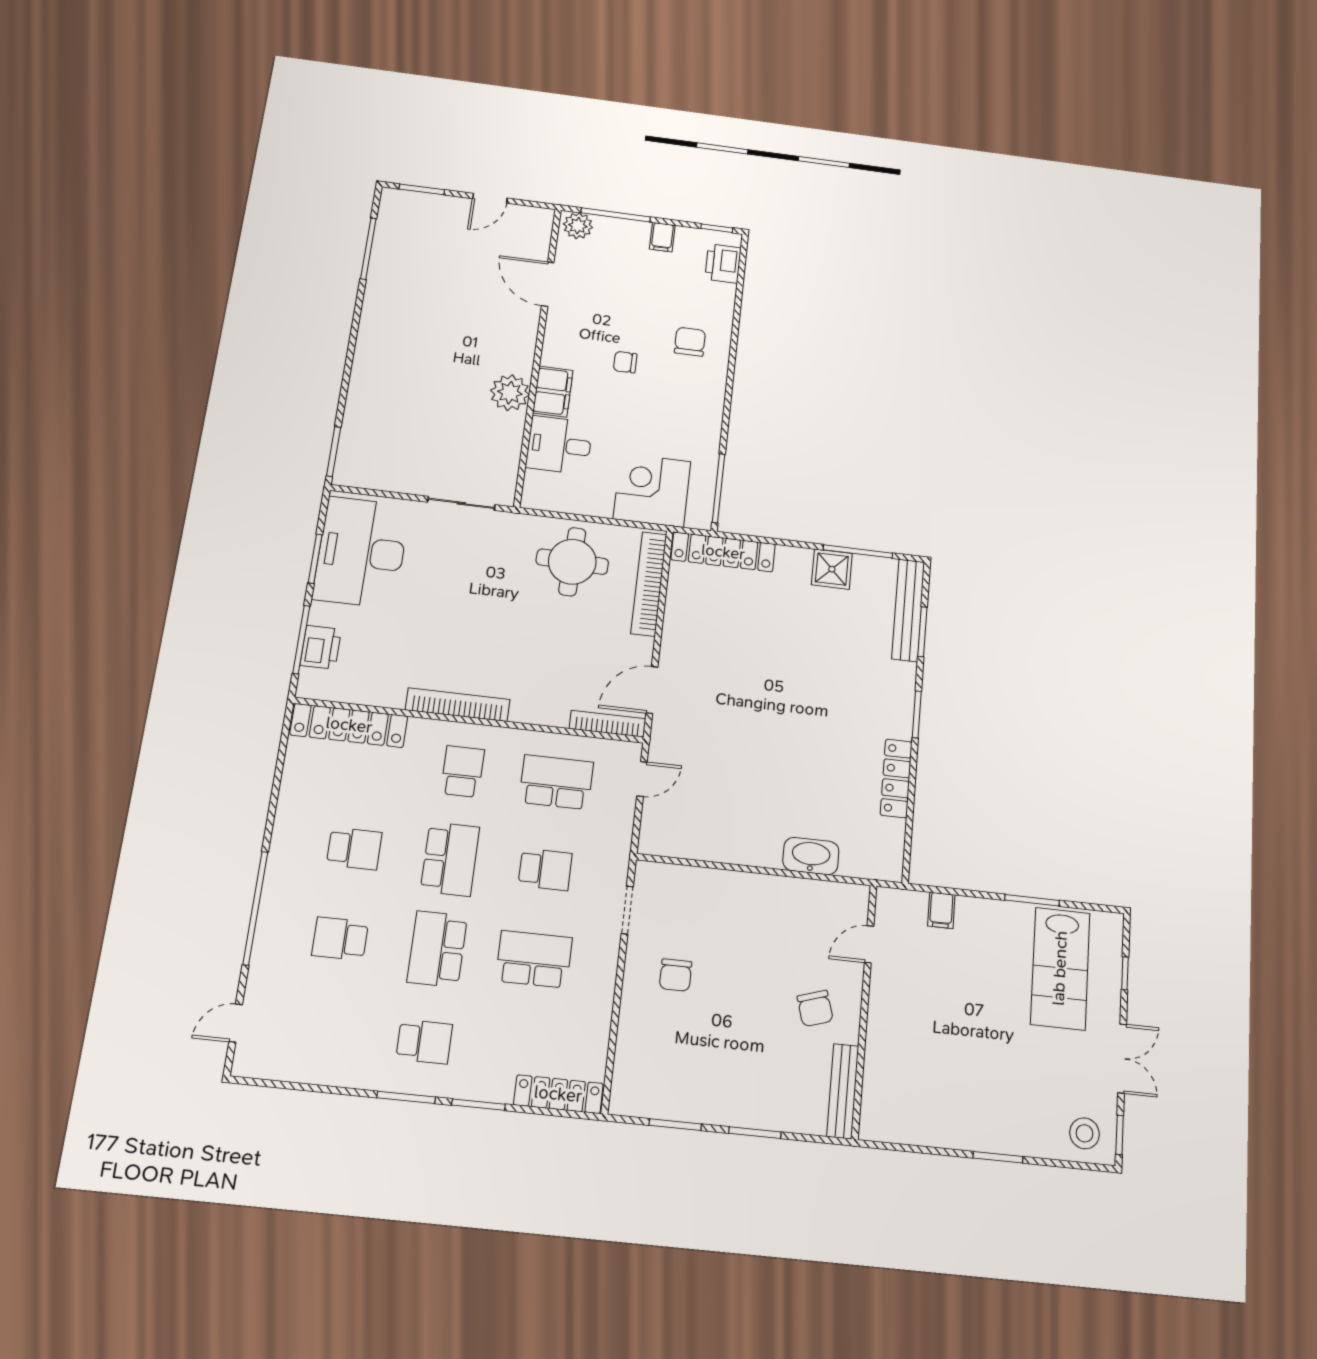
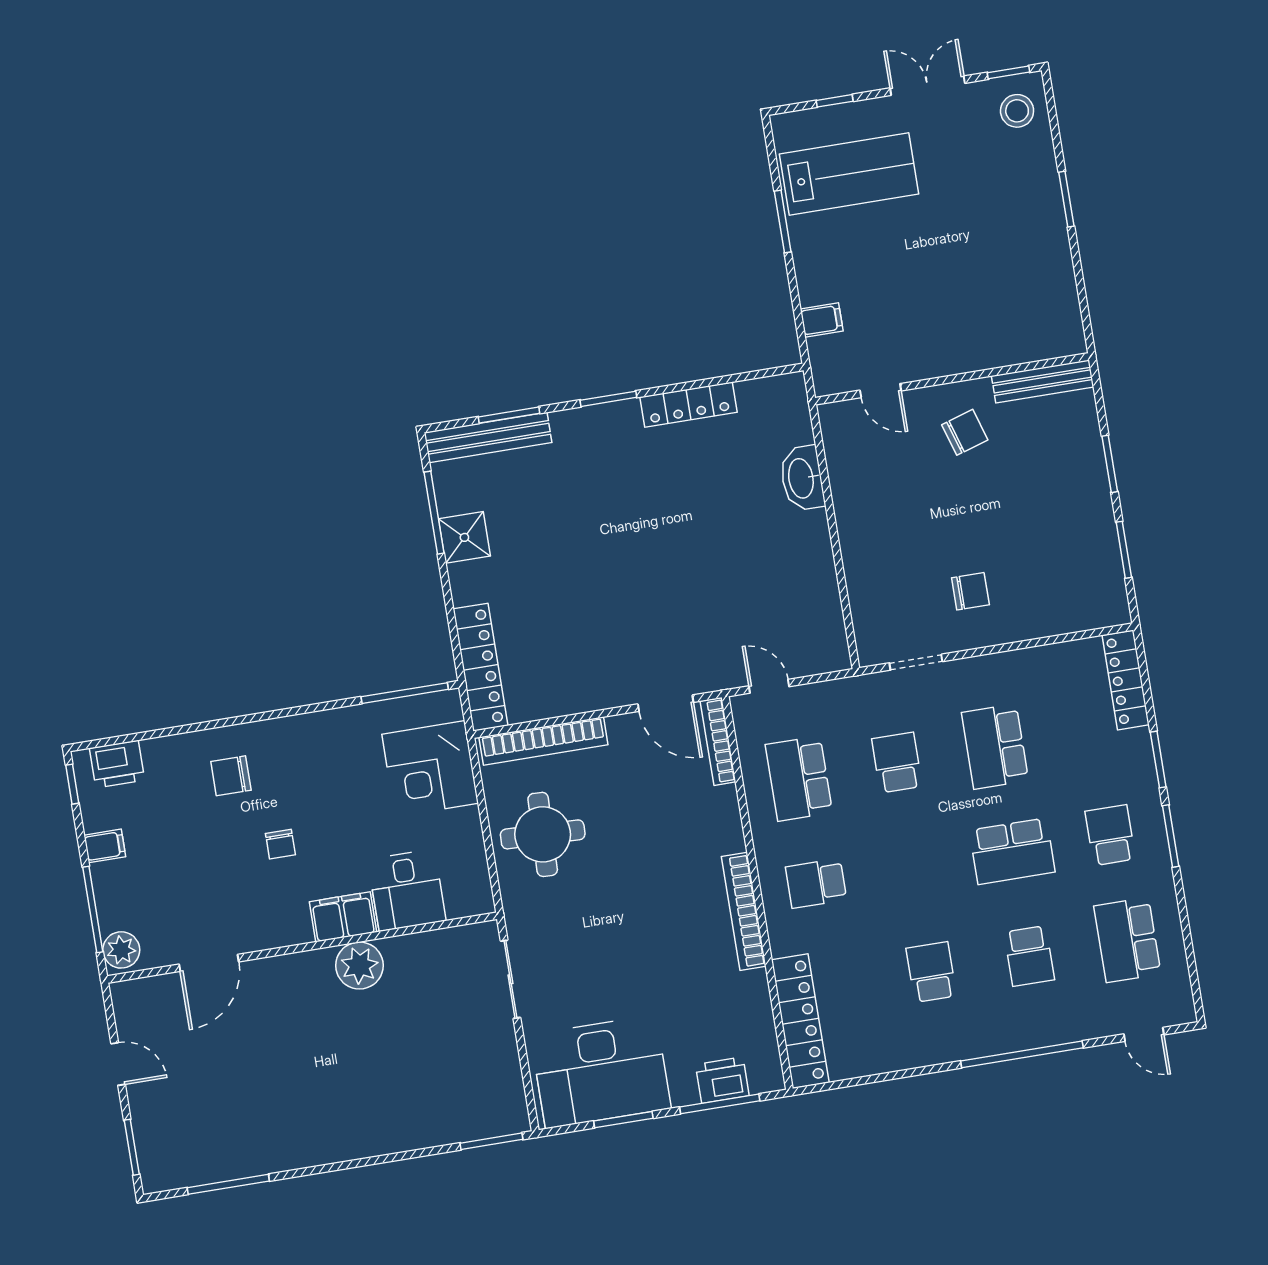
school desk: (450, 859) -> (1127, 940), moved, turned -90

